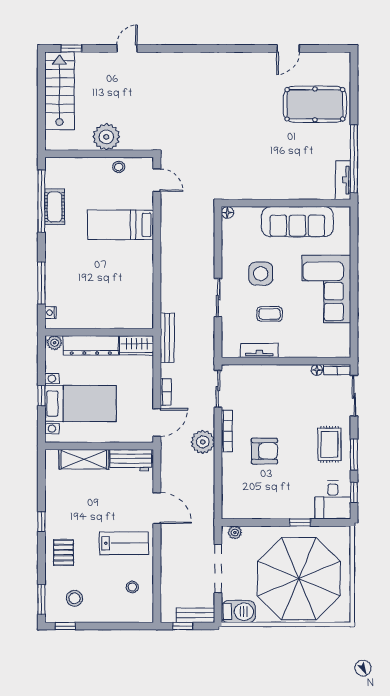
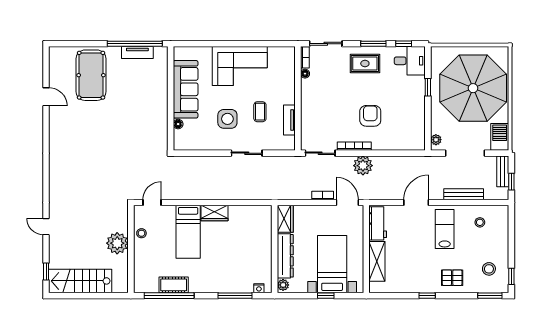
tv unit: (343, 180) -> (137, 53), moved
floor lamp: (227, 212) -> (178, 124), moved
wardrobe: (144, 258) -> (215, 213), added
bench: (167, 338) -> (464, 194), moved

